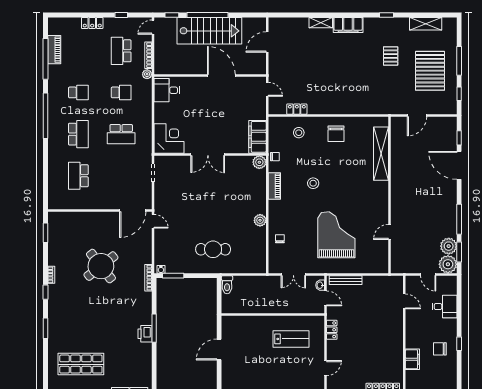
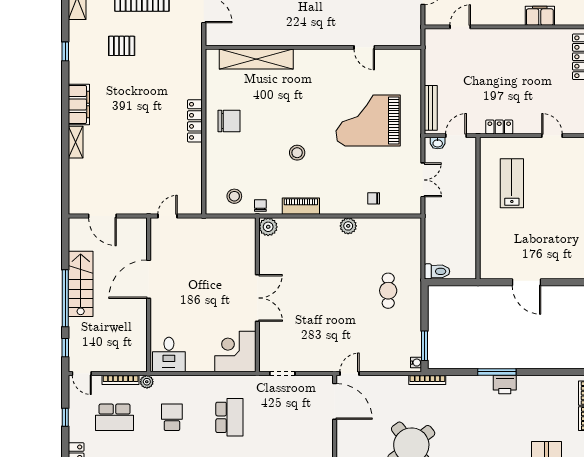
stairs: (209, 31) -> (81, 284), width x0.73, depth x0.66
locker: (297, 109) -> (195, 121), moved, width x1.53
stool: (299, 133) -> (234, 196), moved
filing cabinet: (258, 137) -> (233, 229), removed
cafe table: (213, 249) -> (388, 291), width x0.73, depth x0.74

